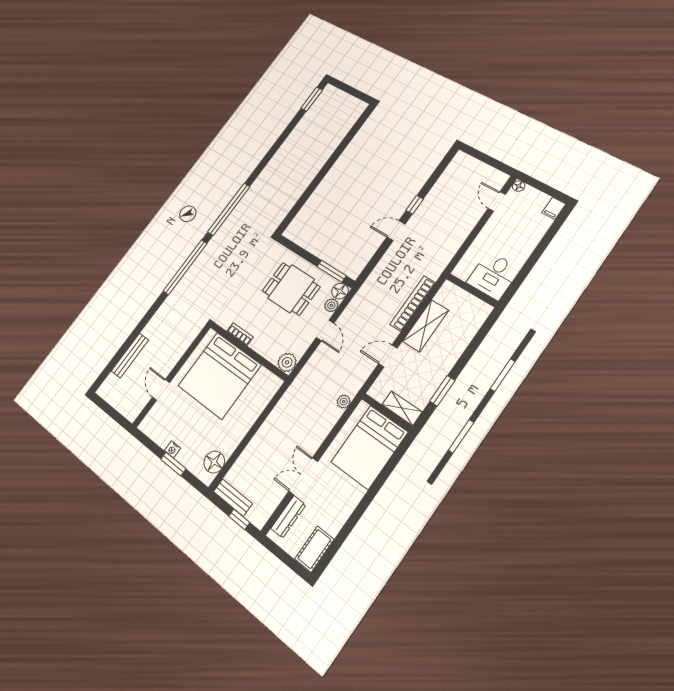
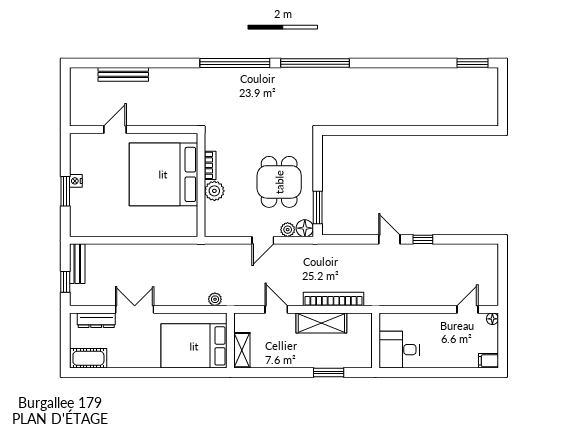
plant: (287, 362) -> (214, 191), moved
window: (442, 391) -> (329, 372), moved
floor lamp: (214, 462) -> (92, 226), removed

